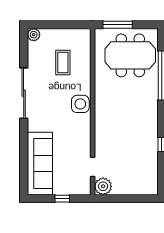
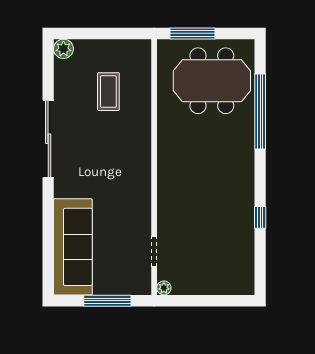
side table: (80, 104) -> (135, 155), removed
plant: (103, 186) -> (164, 288), width x0.53, depth x0.53
window: (62, 199) -> (107, 301), width x2.17

